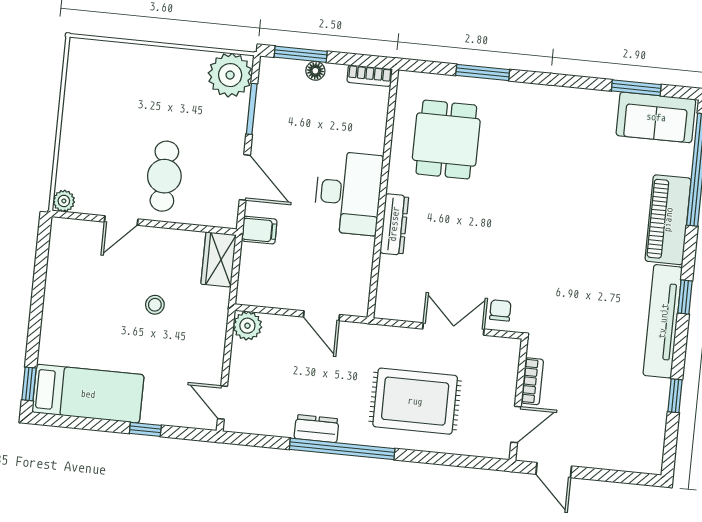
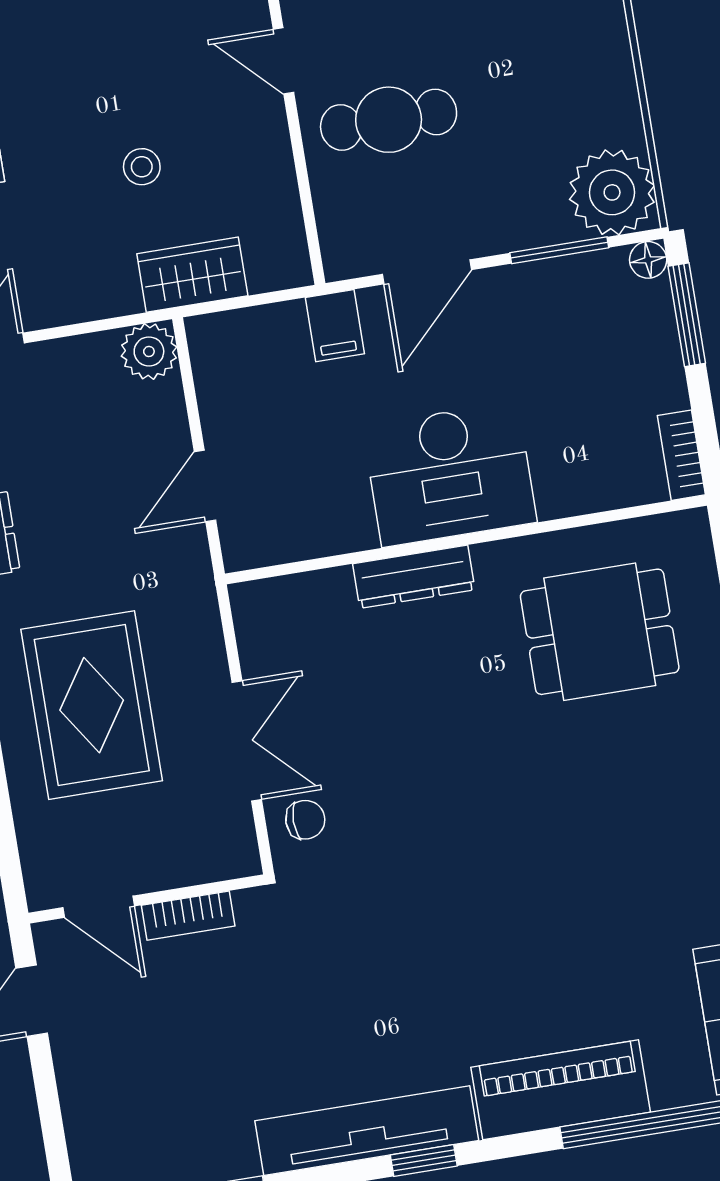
floor lamp: (315, 71) -> (648, 260), moved
wardrobe: (219, 259) -> (192, 275), moved

